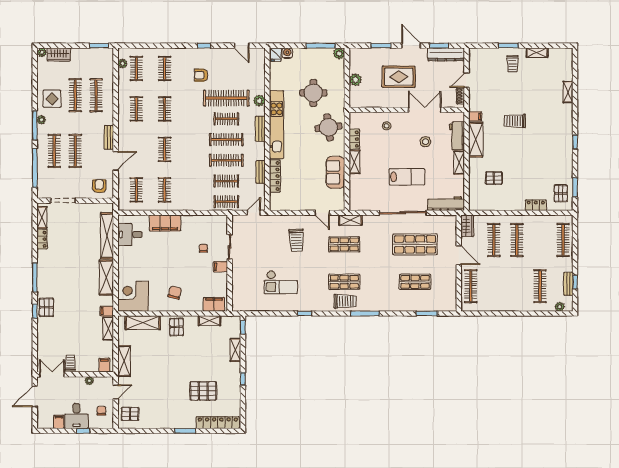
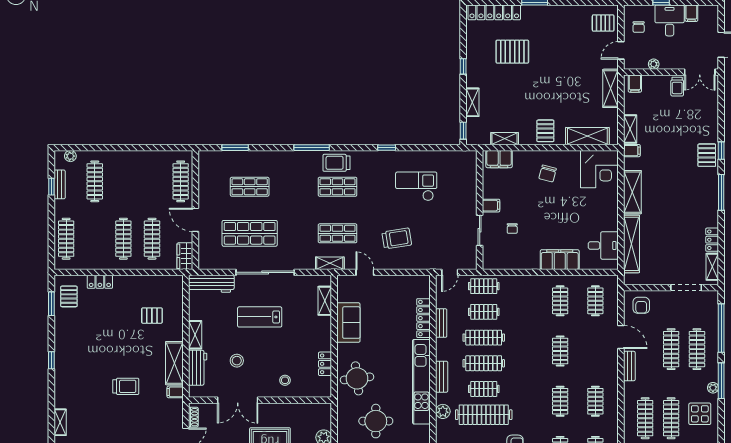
door: (116, 161) -> (621, 337), swing flipped
shelving: (355, 162) -> (325, 301), moved
trolley: (296, 240) -> (397, 238), turned 84

